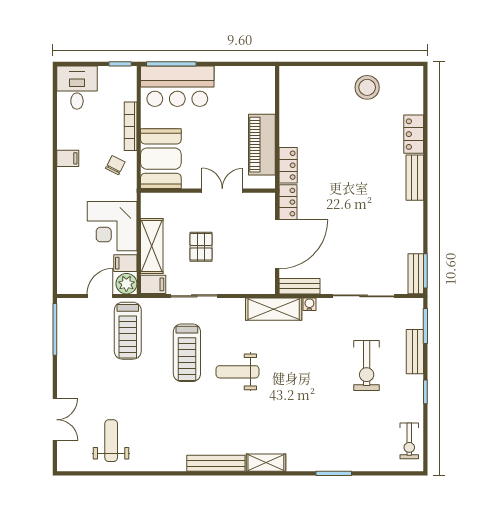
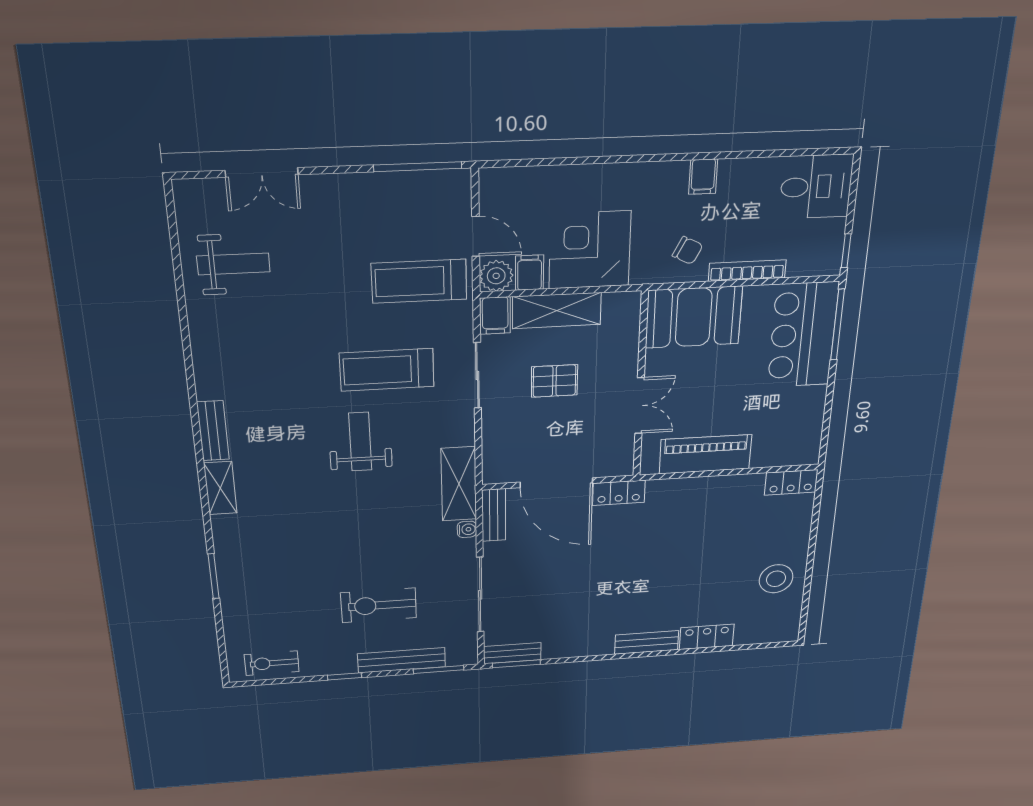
locker: (288, 165) -> (791, 482), moved
bench: (415, 352) -> (402, 660), width x1.36
bench: (216, 463) -> (213, 431), width x0.73

